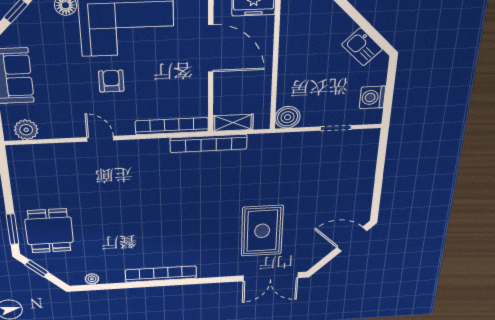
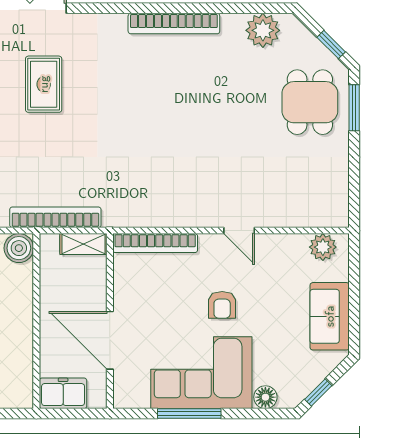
bookcase: (209, 143) -> (55, 217), moved
rug: (262, 231) -> (44, 84), width x0.73, depth x0.70
plant: (92, 279) -> (263, 30), width x1.88, depth x1.88

